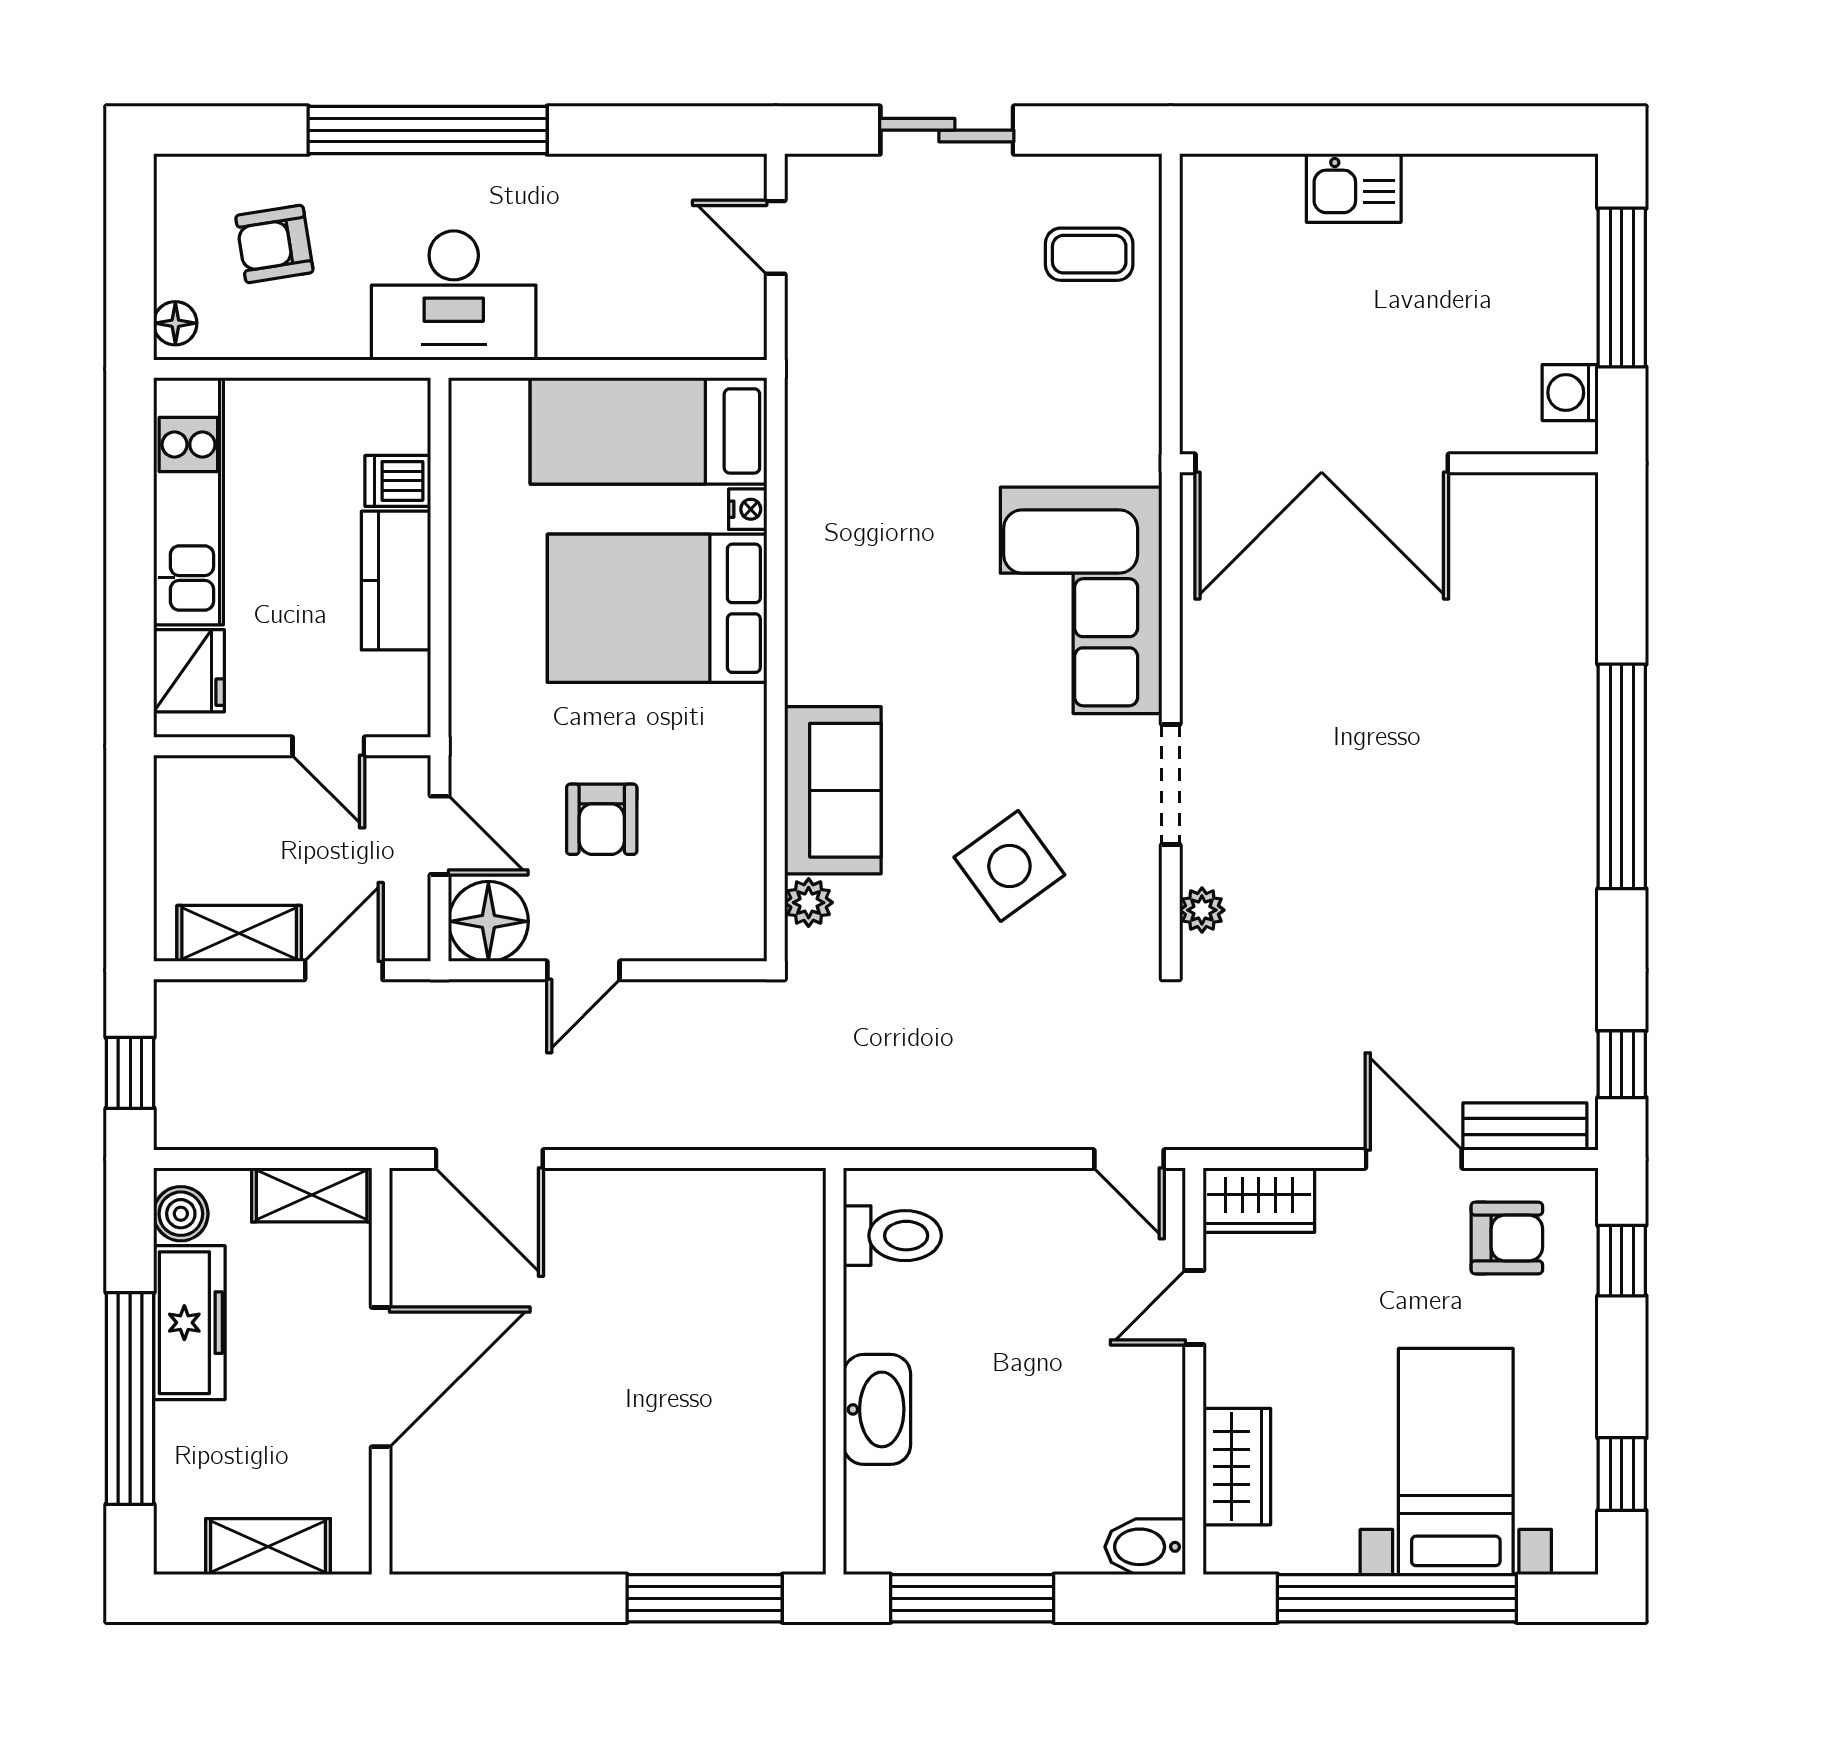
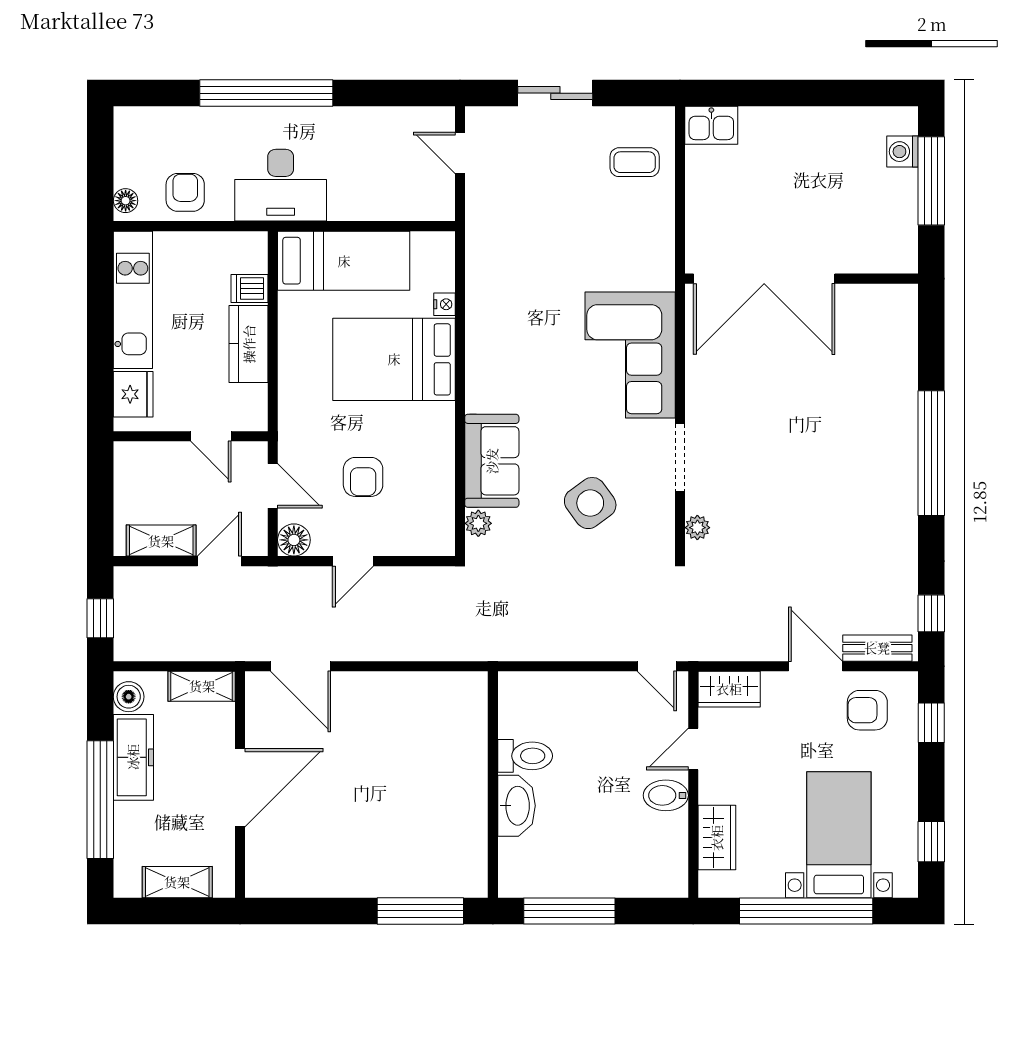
kitchen sink: (1354, 188) -> (711, 125), moved
armchair: (274, 244) -> (185, 192), moved, turned 99
washing machine: (1570, 393) -> (903, 152), moved
bed: (648, 431) -> (344, 261), moved, turned 180
floor lamp: (488, 921) -> (294, 540), width x0.73, depth x0.73
toilet: (892, 1236) -> (525, 756), moved
armchair: (1507, 1238) -> (867, 710), turned 180
bidet: (1145, 1547) -> (666, 795), moved

